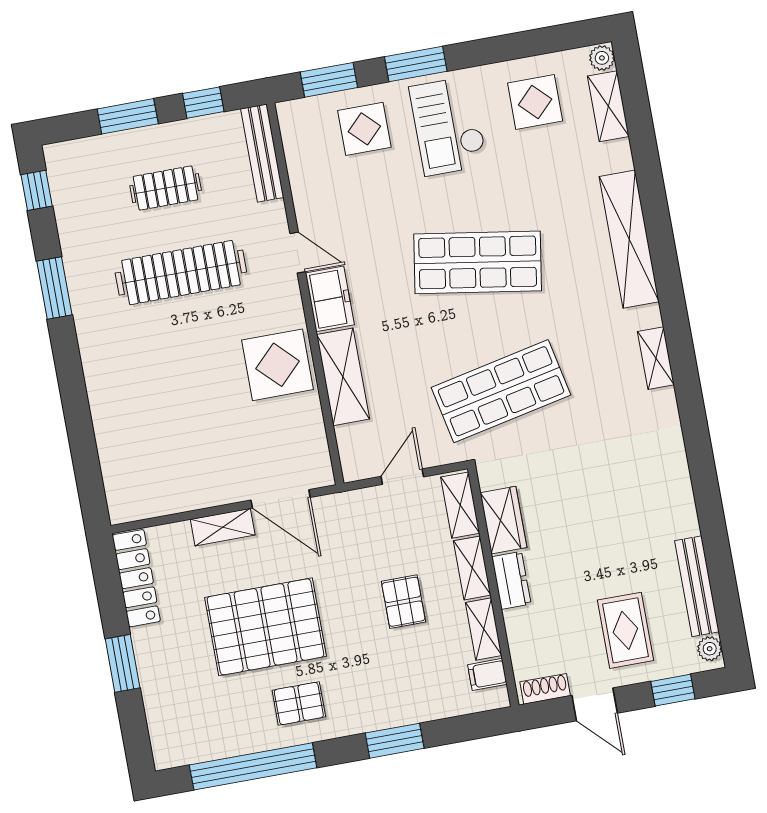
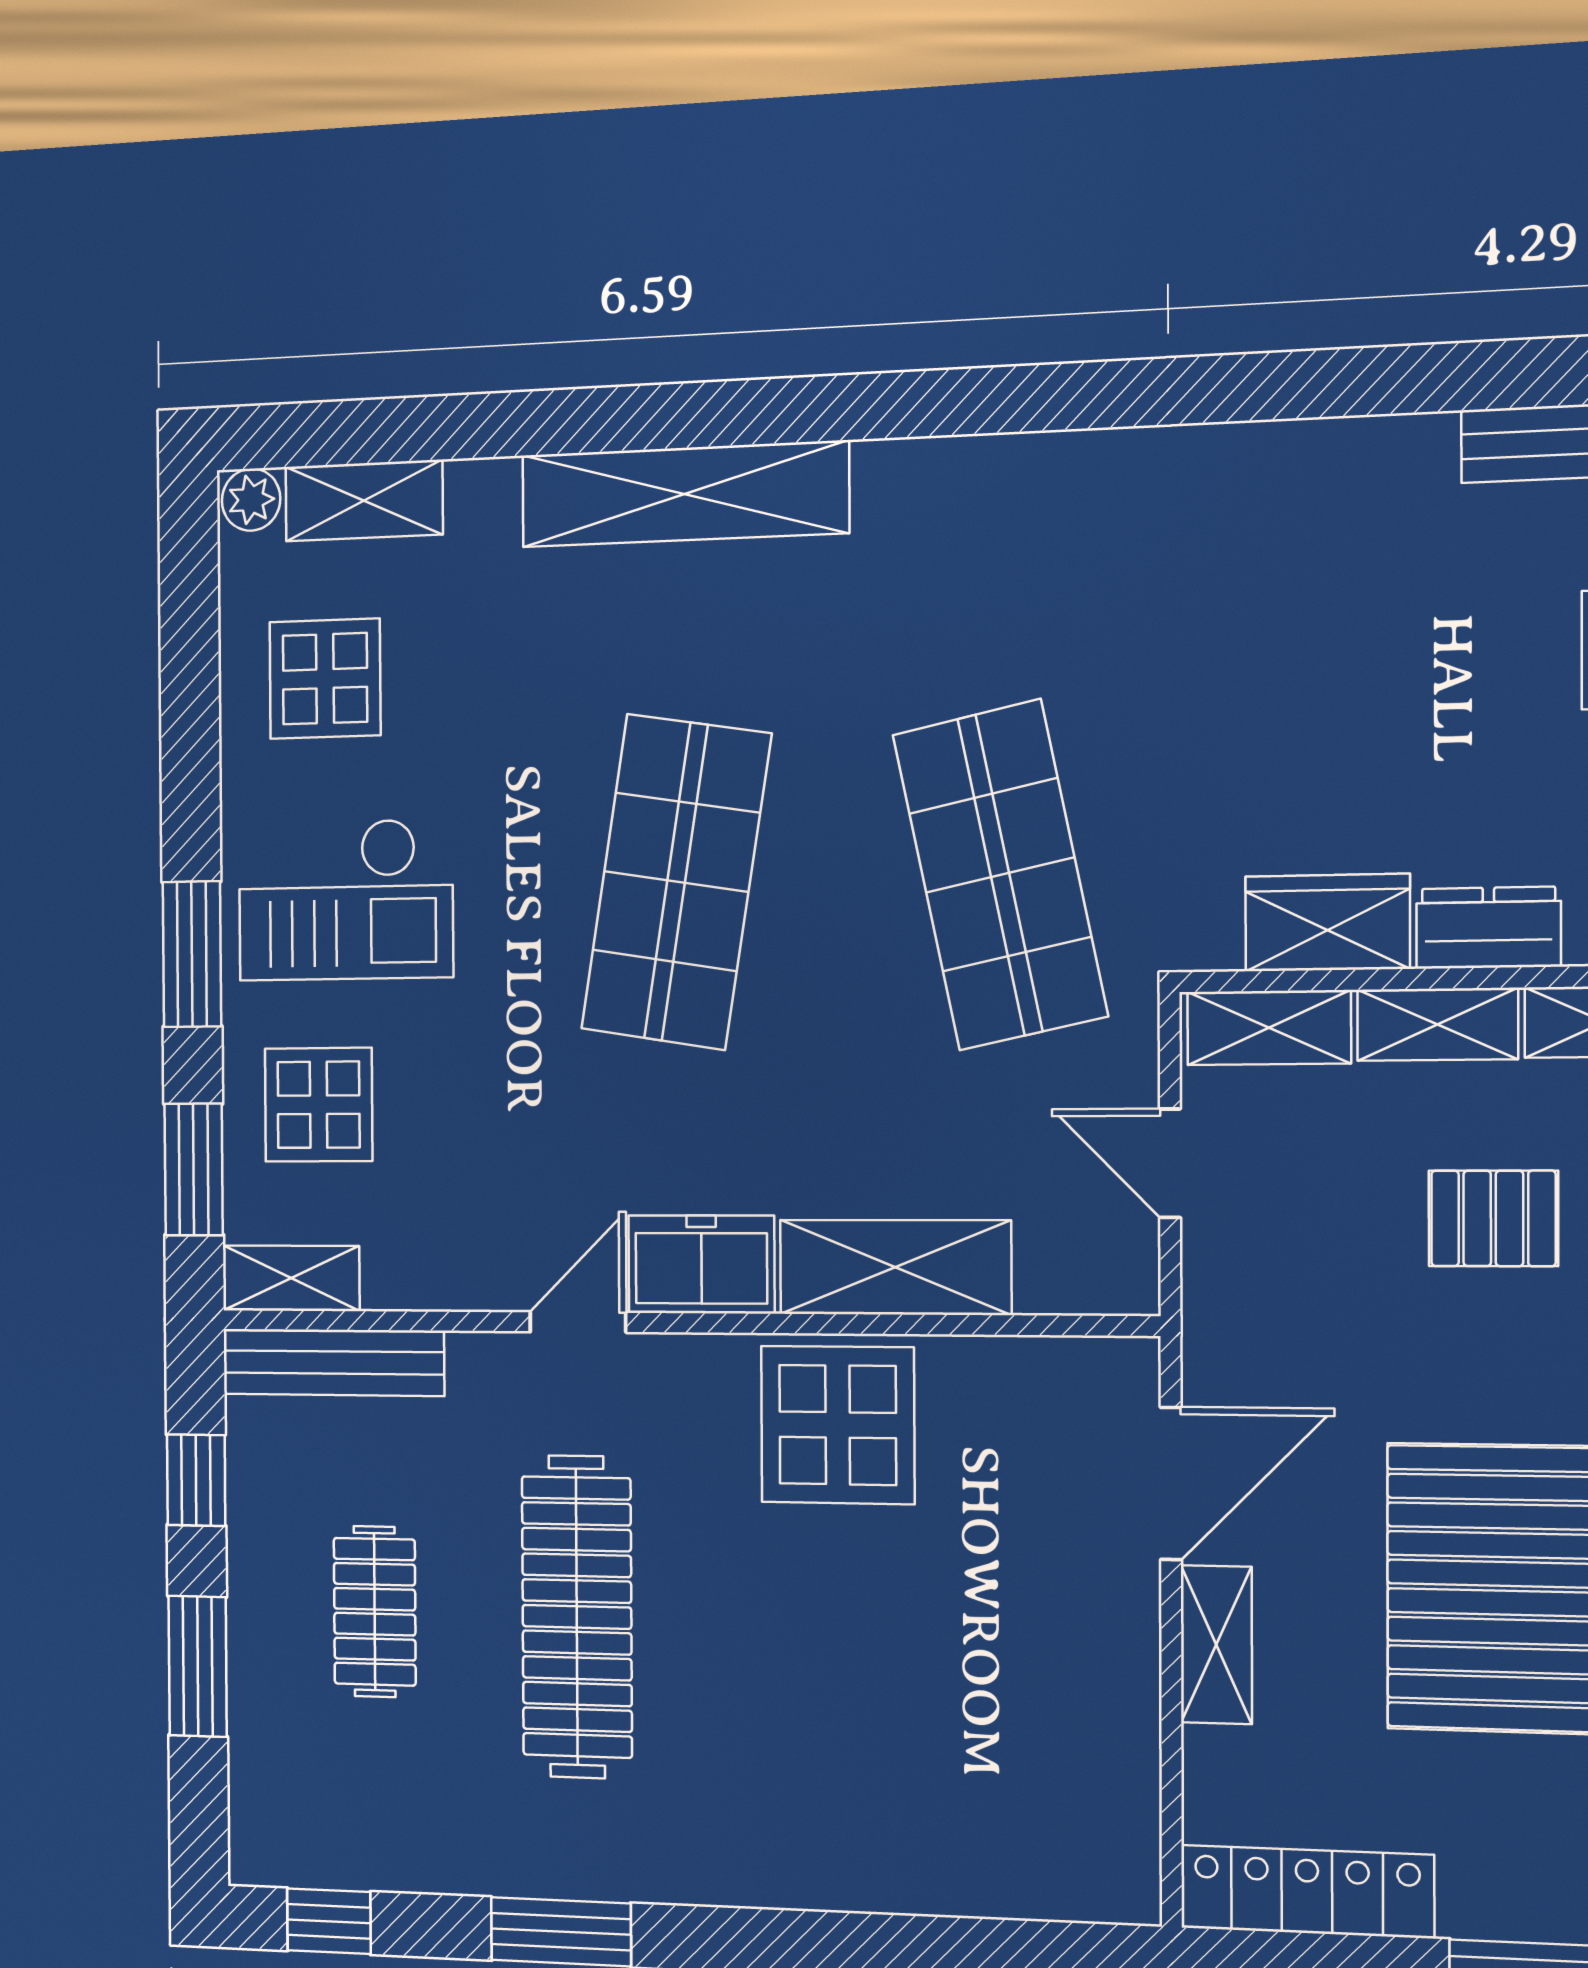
shelving: (656, 358) -> (291, 1278), moved

